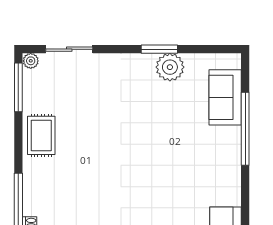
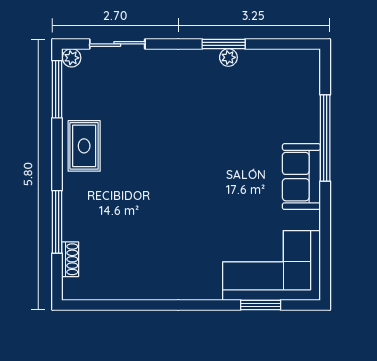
plant: (170, 67) -> (228, 57), width x0.53, depth x0.53
sofa: (225, 97) -> (301, 177), moved

